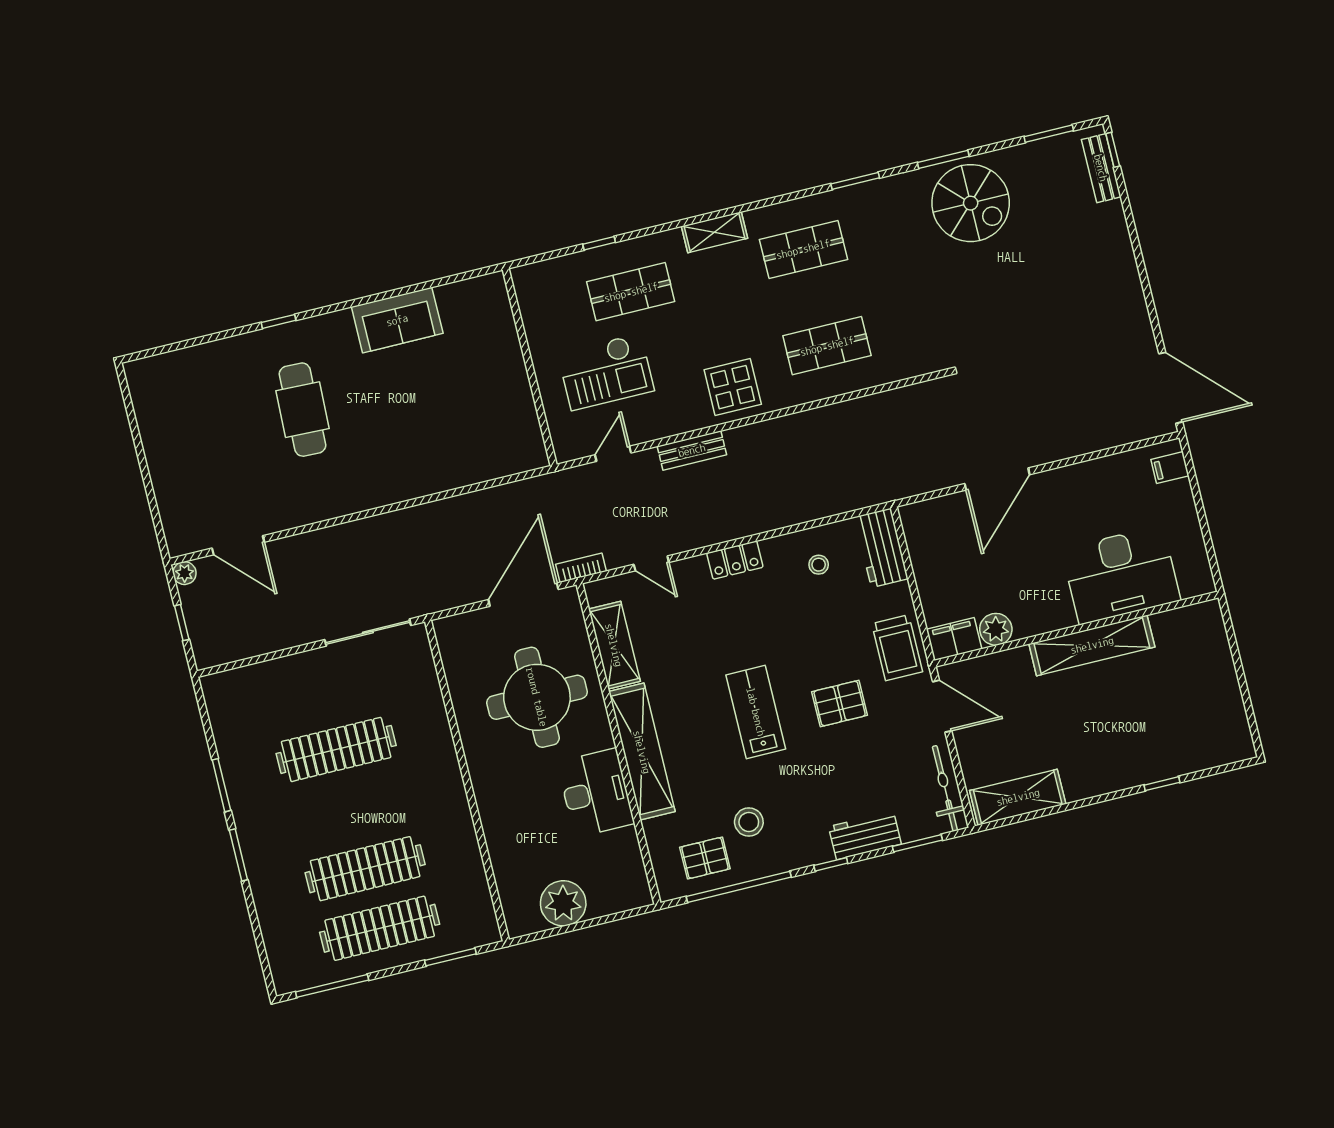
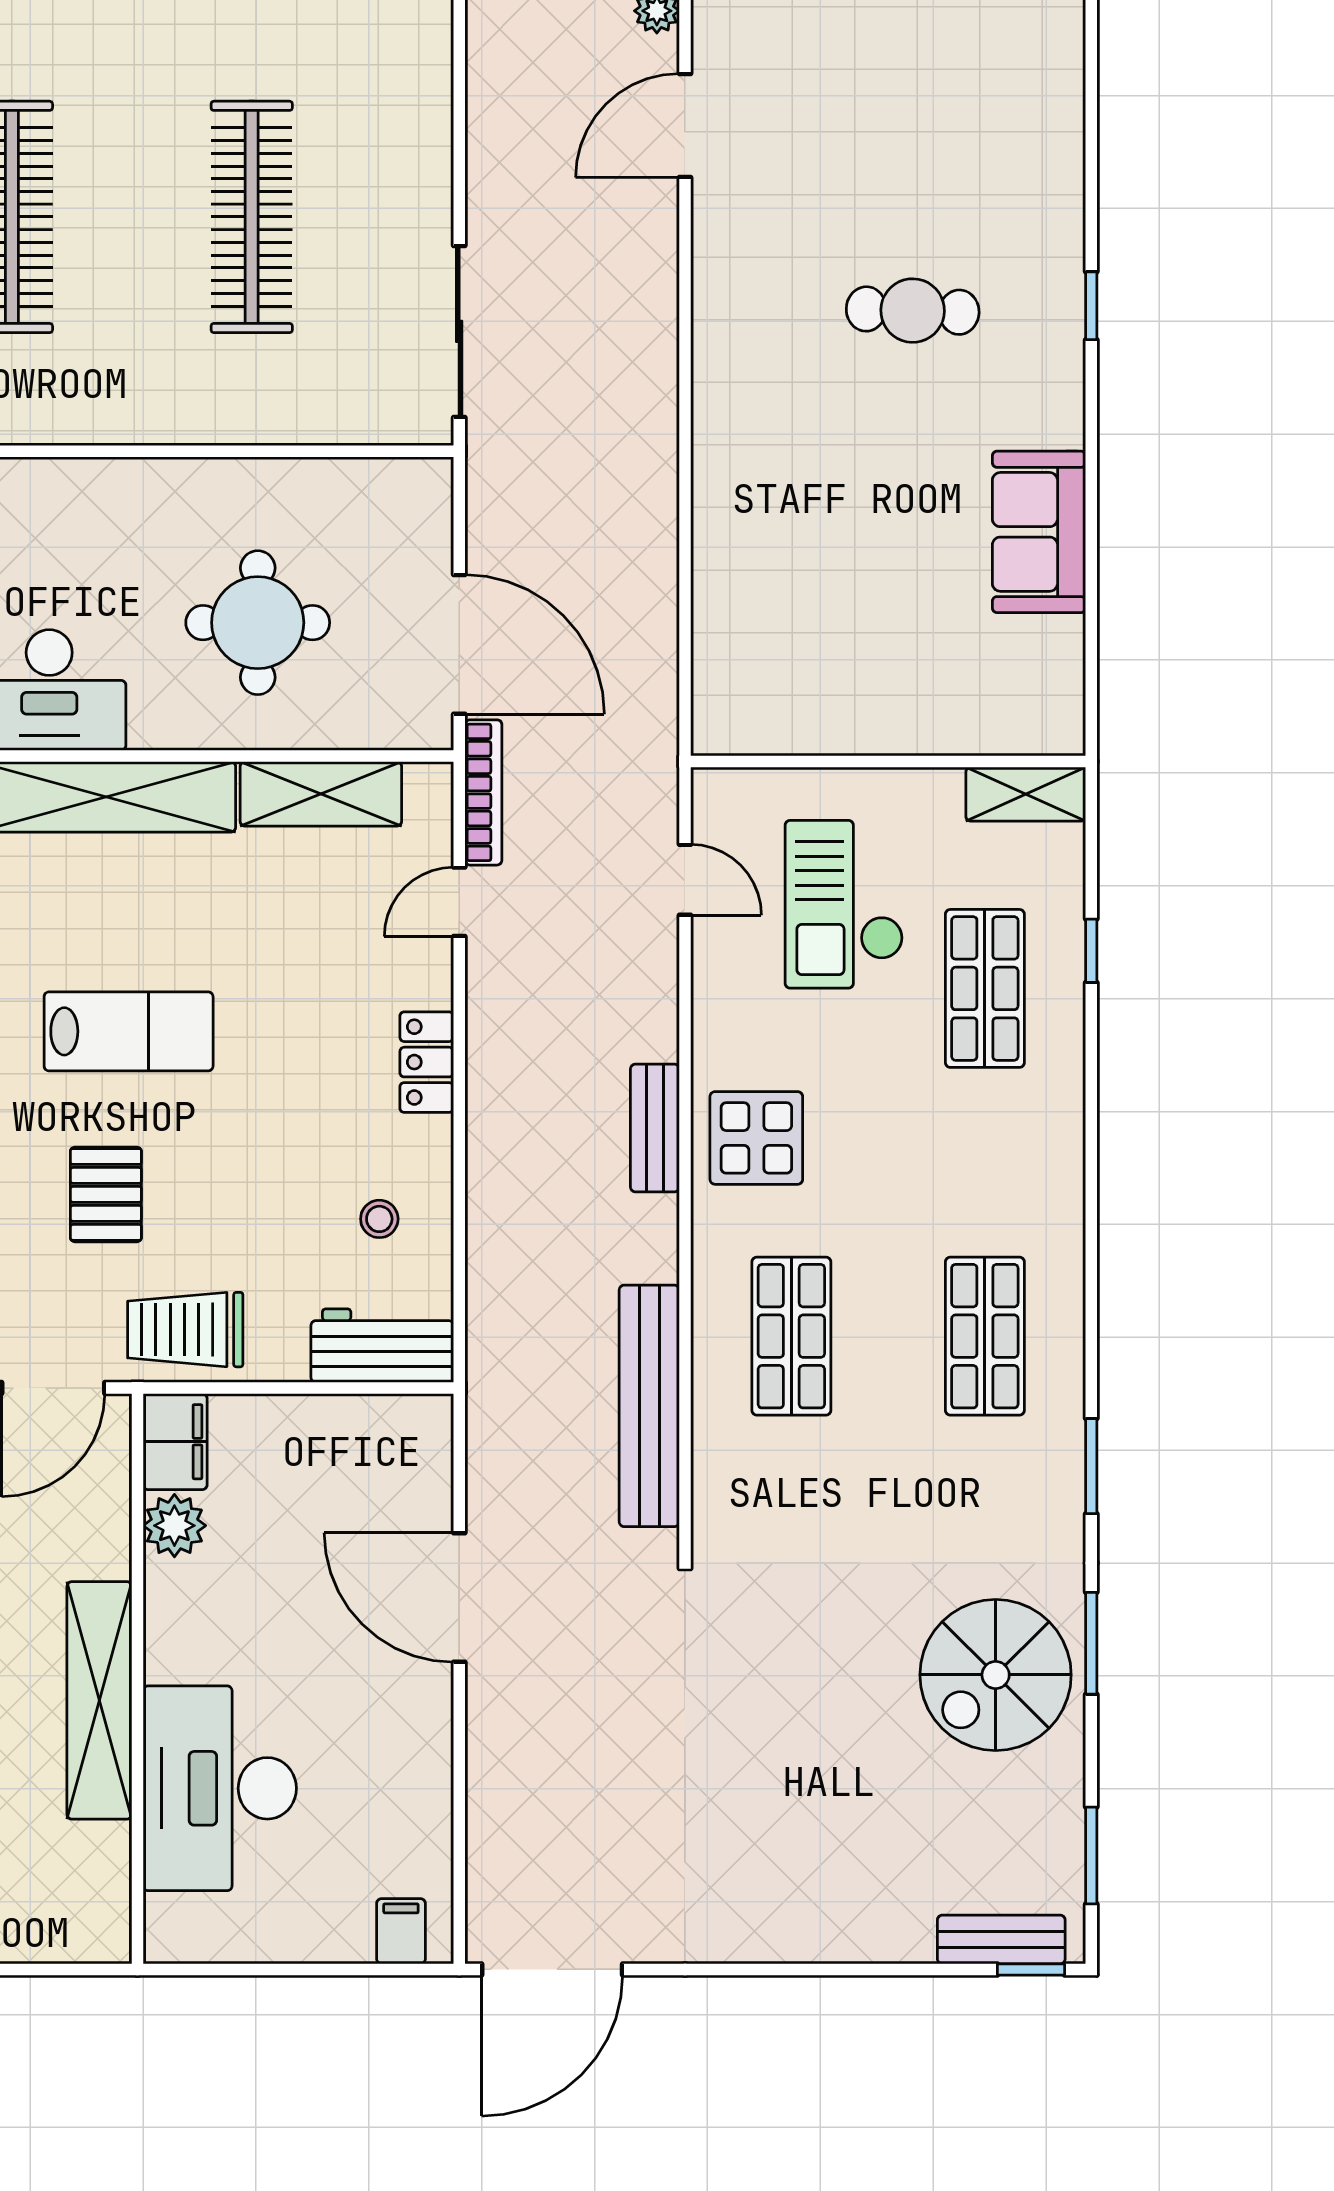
shelving: (714, 232) -> (1026, 794), moved, turned 90
bench: (879, 408) -> (649, 1406), added
cafe table: (303, 410) -> (913, 311), width x0.73, depth x0.74
bench: (692, 450) -> (655, 1128), moved
bookcase: (581, 568) -> (483, 792), width x1.56
round table: (537, 697) -> (258, 623), width x0.73, depth x0.73

